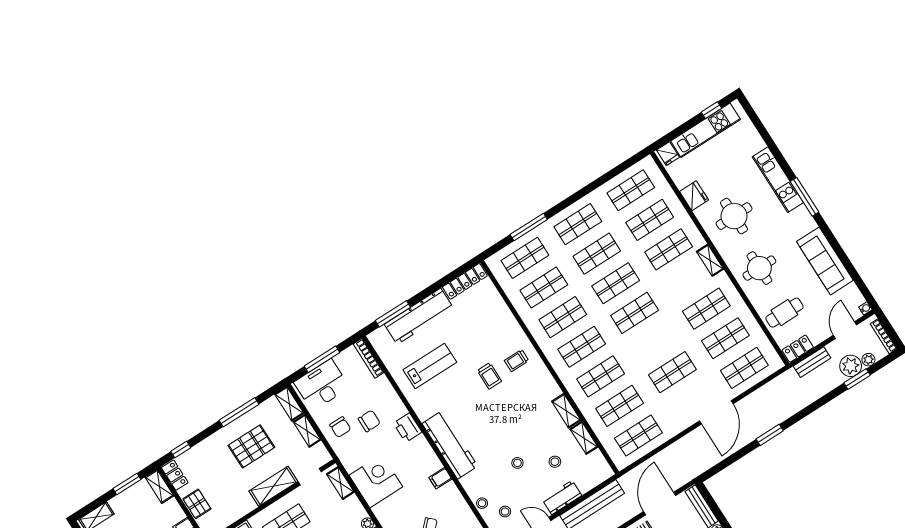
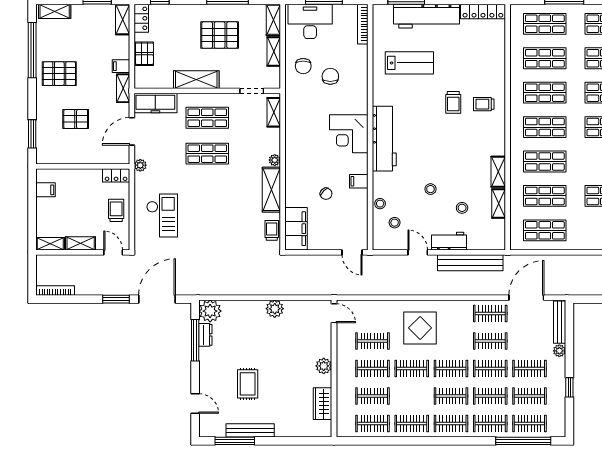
chair: (369, 421) -> (330, 76), turned -90
printer: (408, 428) -> (358, 102), removed
filing cabinet: (440, 478) -> (359, 181), moved
corner desk: (376, 481) -> (349, 134), moved, turned 180
shelving: (273, 486) -> (196, 80), moved

